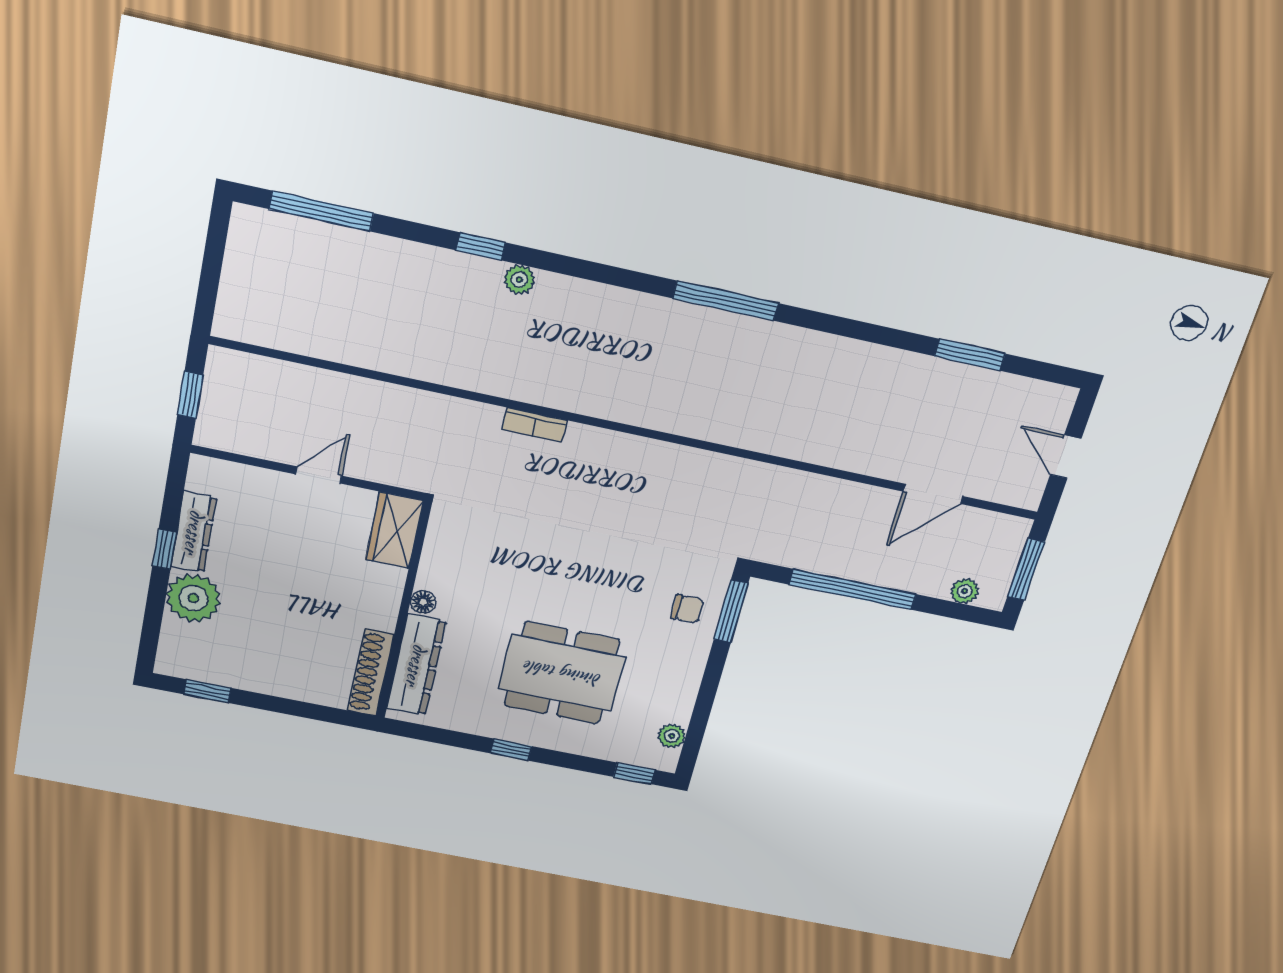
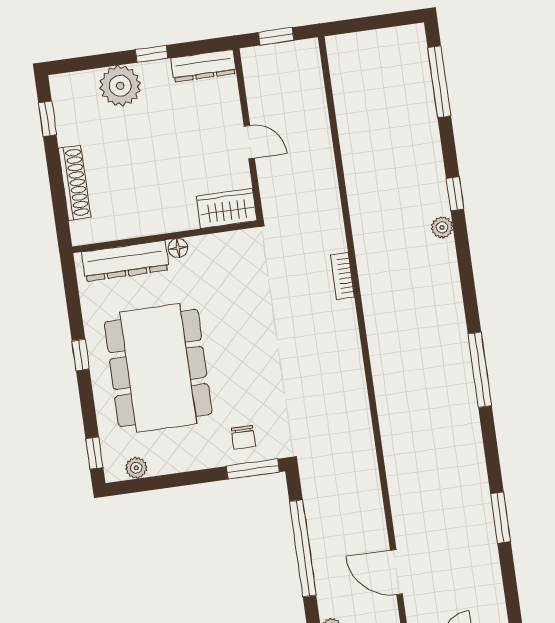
window: (970, 355) -> (501, 518), moved
dresser: (194, 532) -> (203, 66), moved
shoe rack: (371, 672) -> (75, 183), moved, turned 90
dining table: (562, 673) -> (158, 368), width x1.36, depth x1.24

